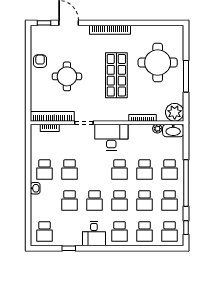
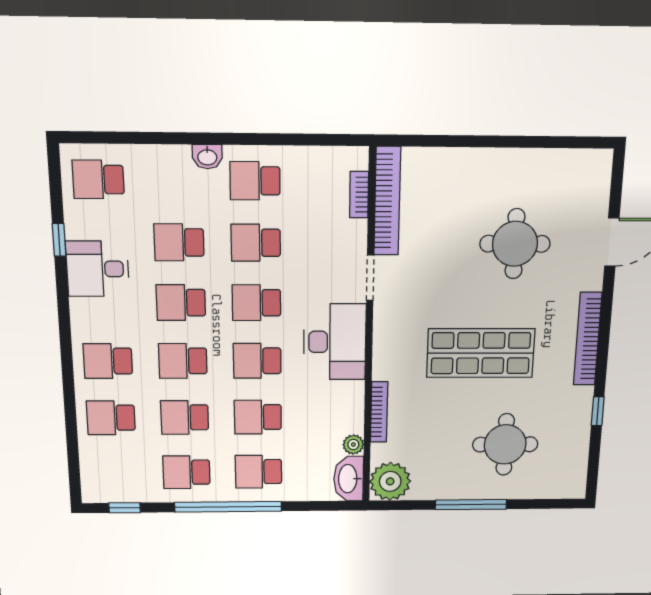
window: (44, 23) -> (598, 411), moved
armchair: (40, 61) -> (524, 172), removed
round table: (158, 63) -> (505, 444), width x0.73, depth x0.73
round table: (67, 76) -> (515, 244), moved
school desk: (170, 231) -> (256, 303), moved
desk: (94, 234) -> (98, 269), moved

